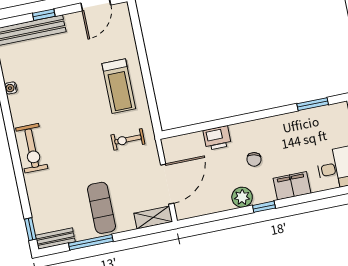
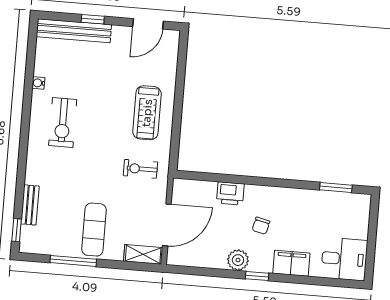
exercise bike: (32, 148) -> (63, 122), moved
bench: (55, 238) -> (30, 205), moved, turned 90

